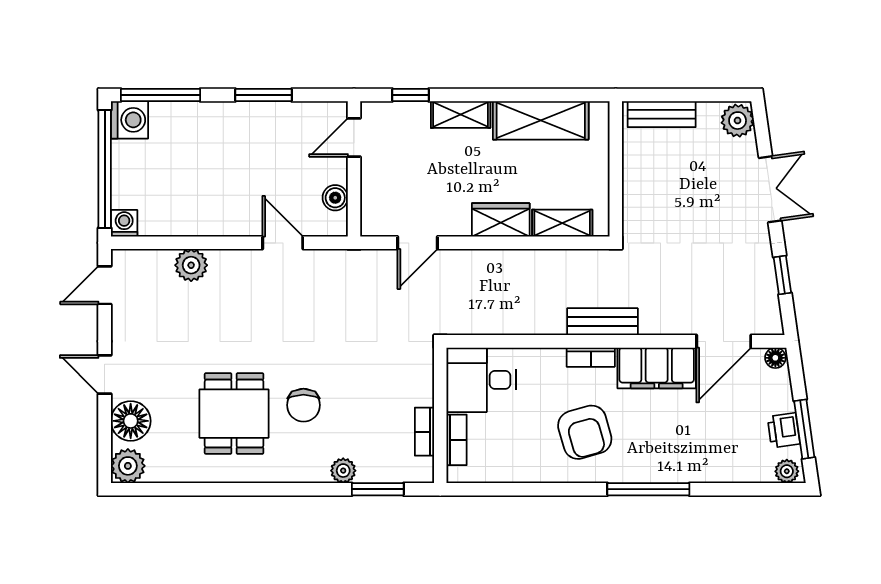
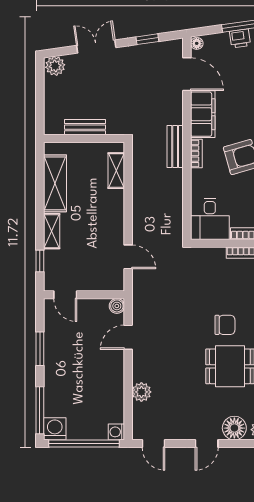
bench: (662, 114) -> (85, 127), moved, turned 90
boiler: (335, 198) -> (117, 306), moved
wardrobe: (501, 220) -> (114, 207), removed

